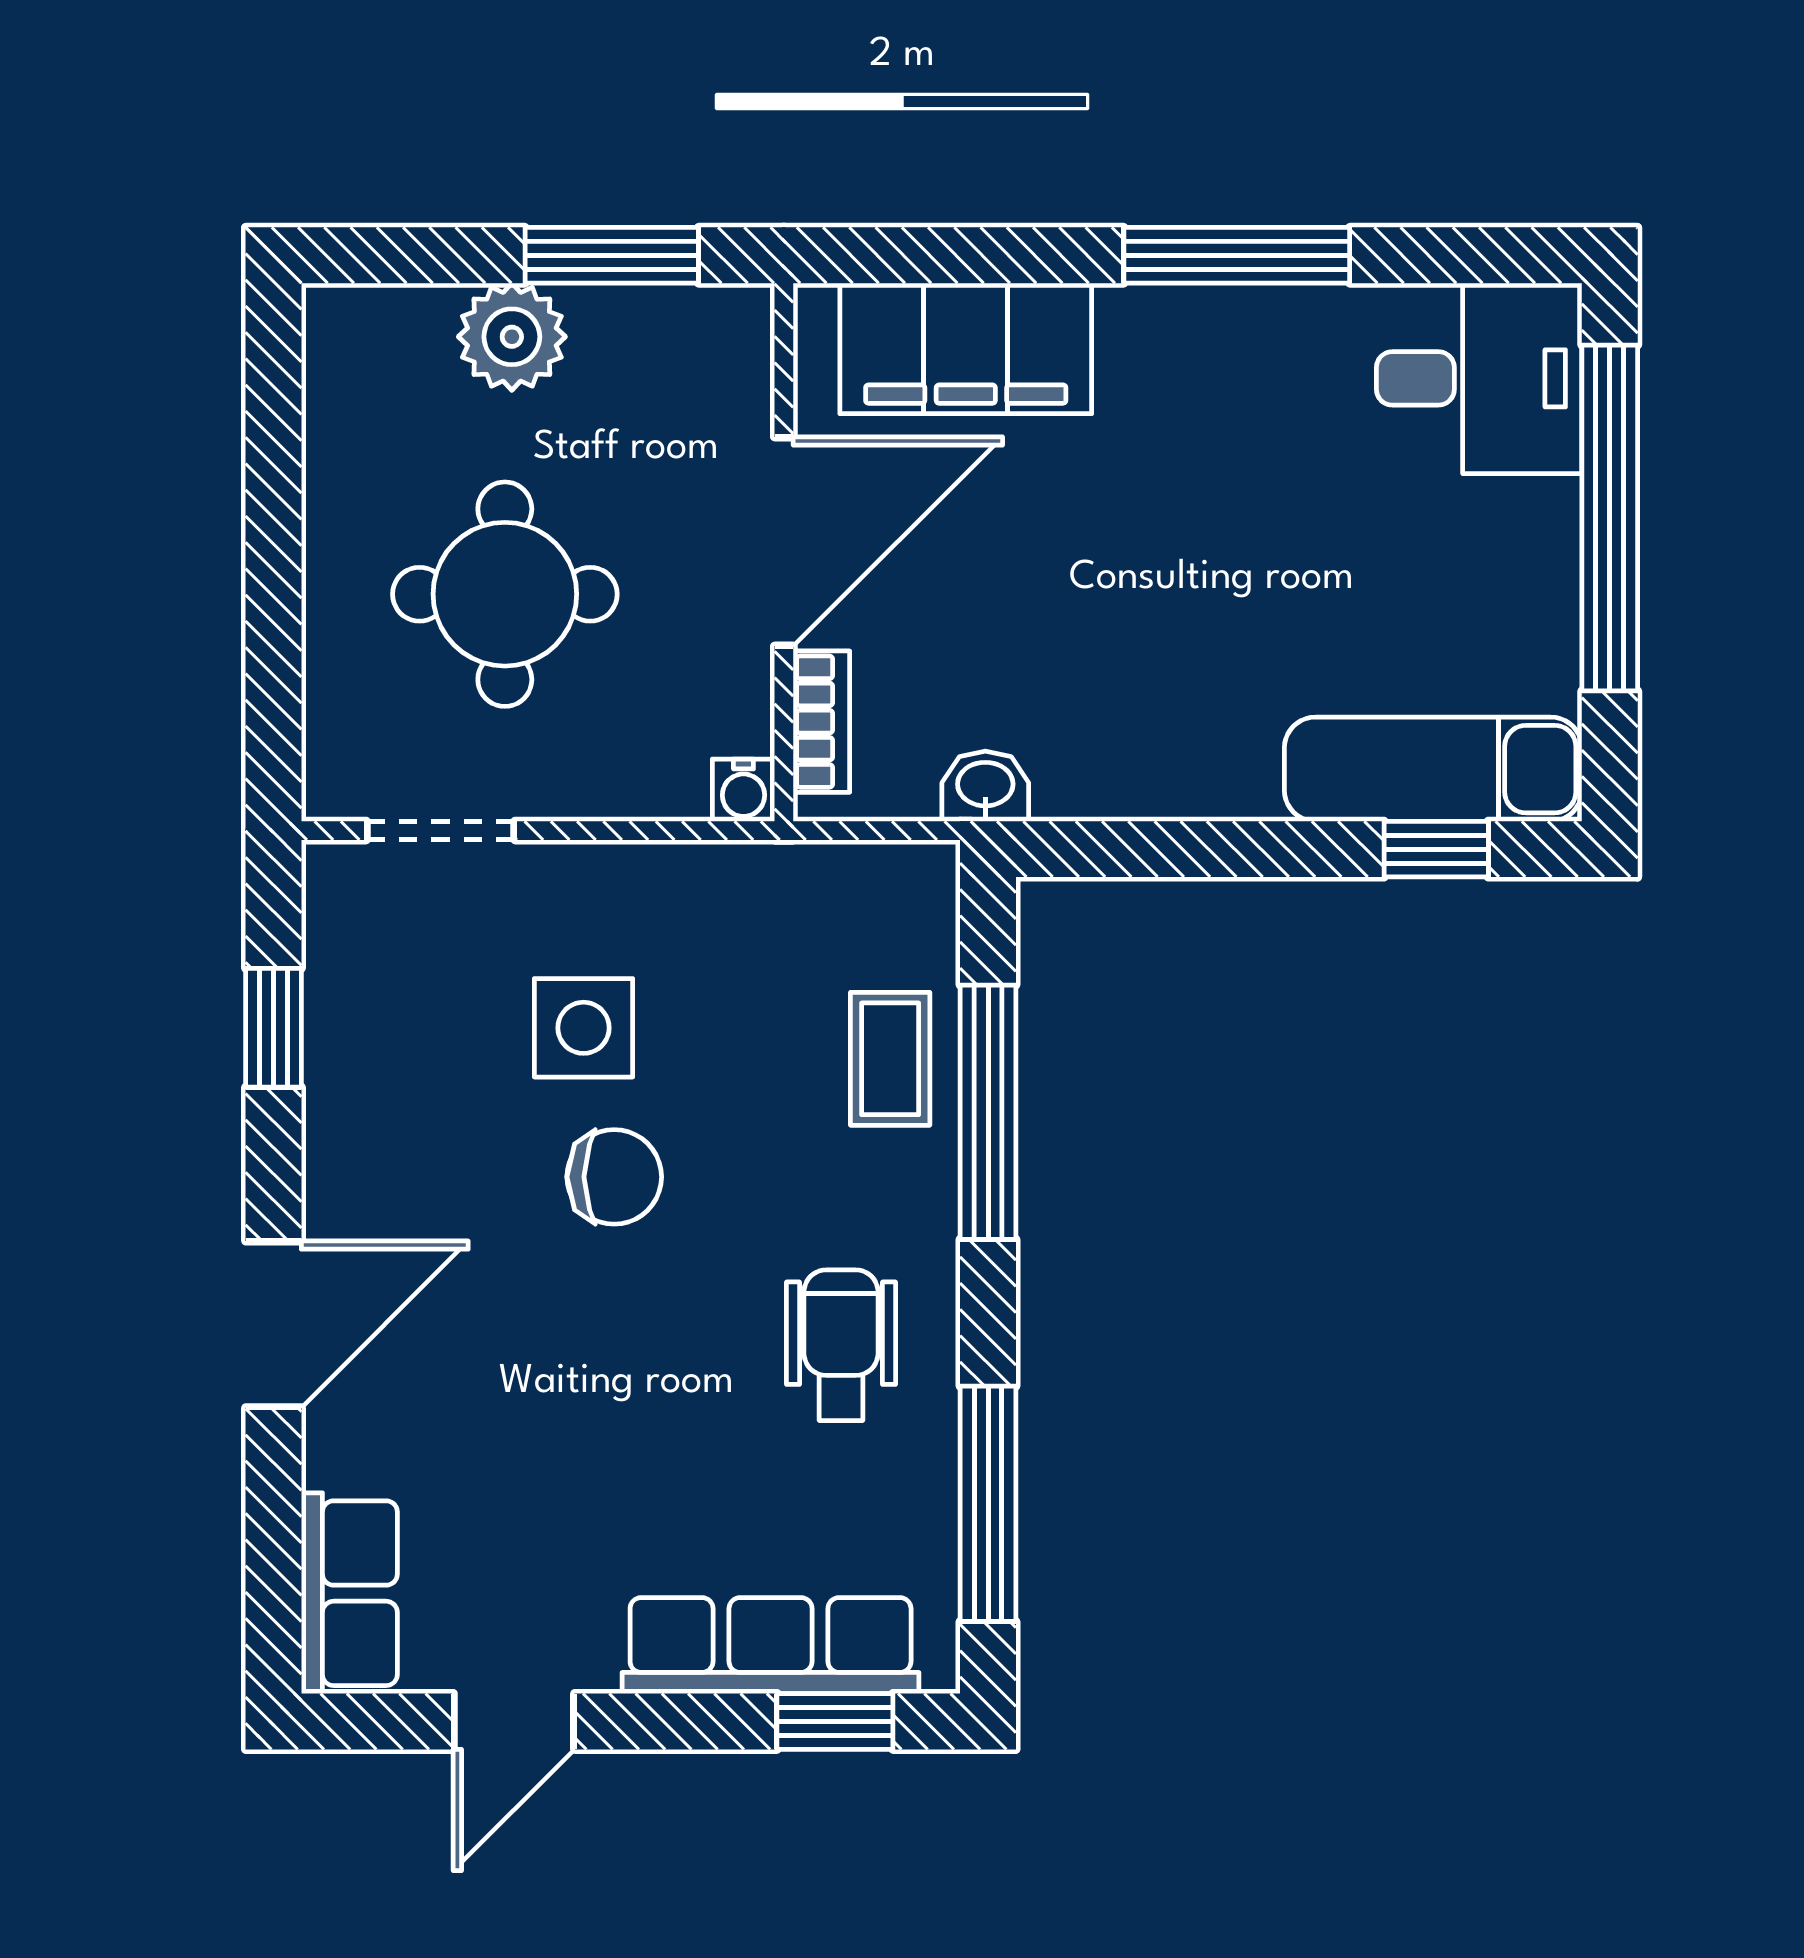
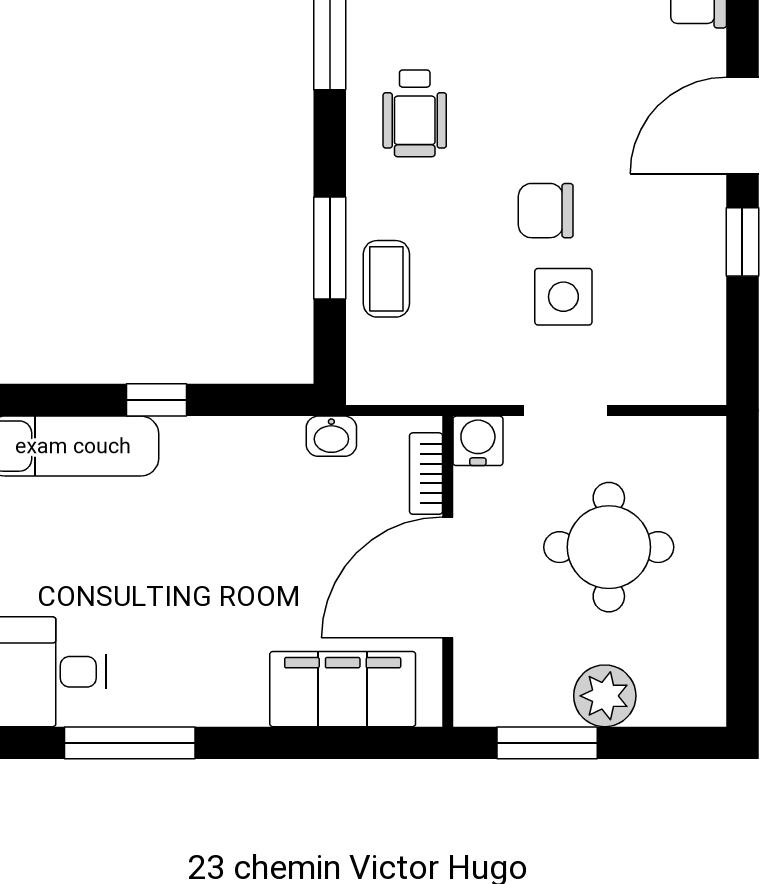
window: (1237, 255) -> (130, 743), moved
water cooler: (743, 790) -> (478, 441), width x1.38, depth x1.38
doorway: (441, 831) -> (565, 411), moved
window: (1436, 849) -> (156, 400), moved
window: (273, 1028) -> (742, 242), moved
window: (988, 1112) -> (330, 248), width x0.69

